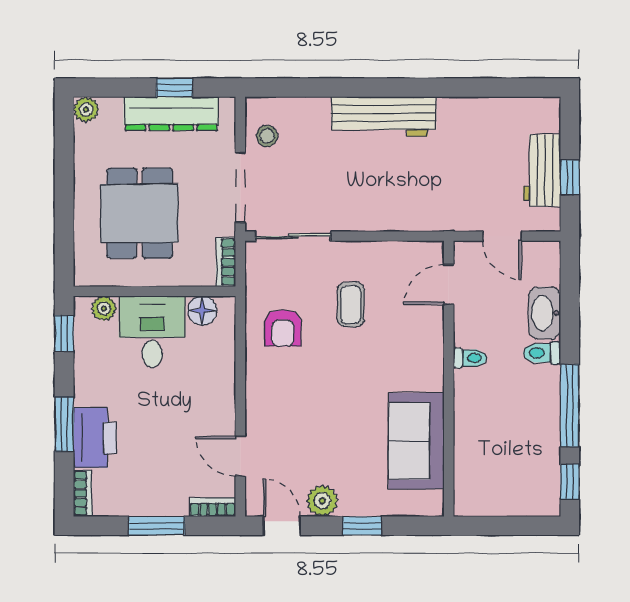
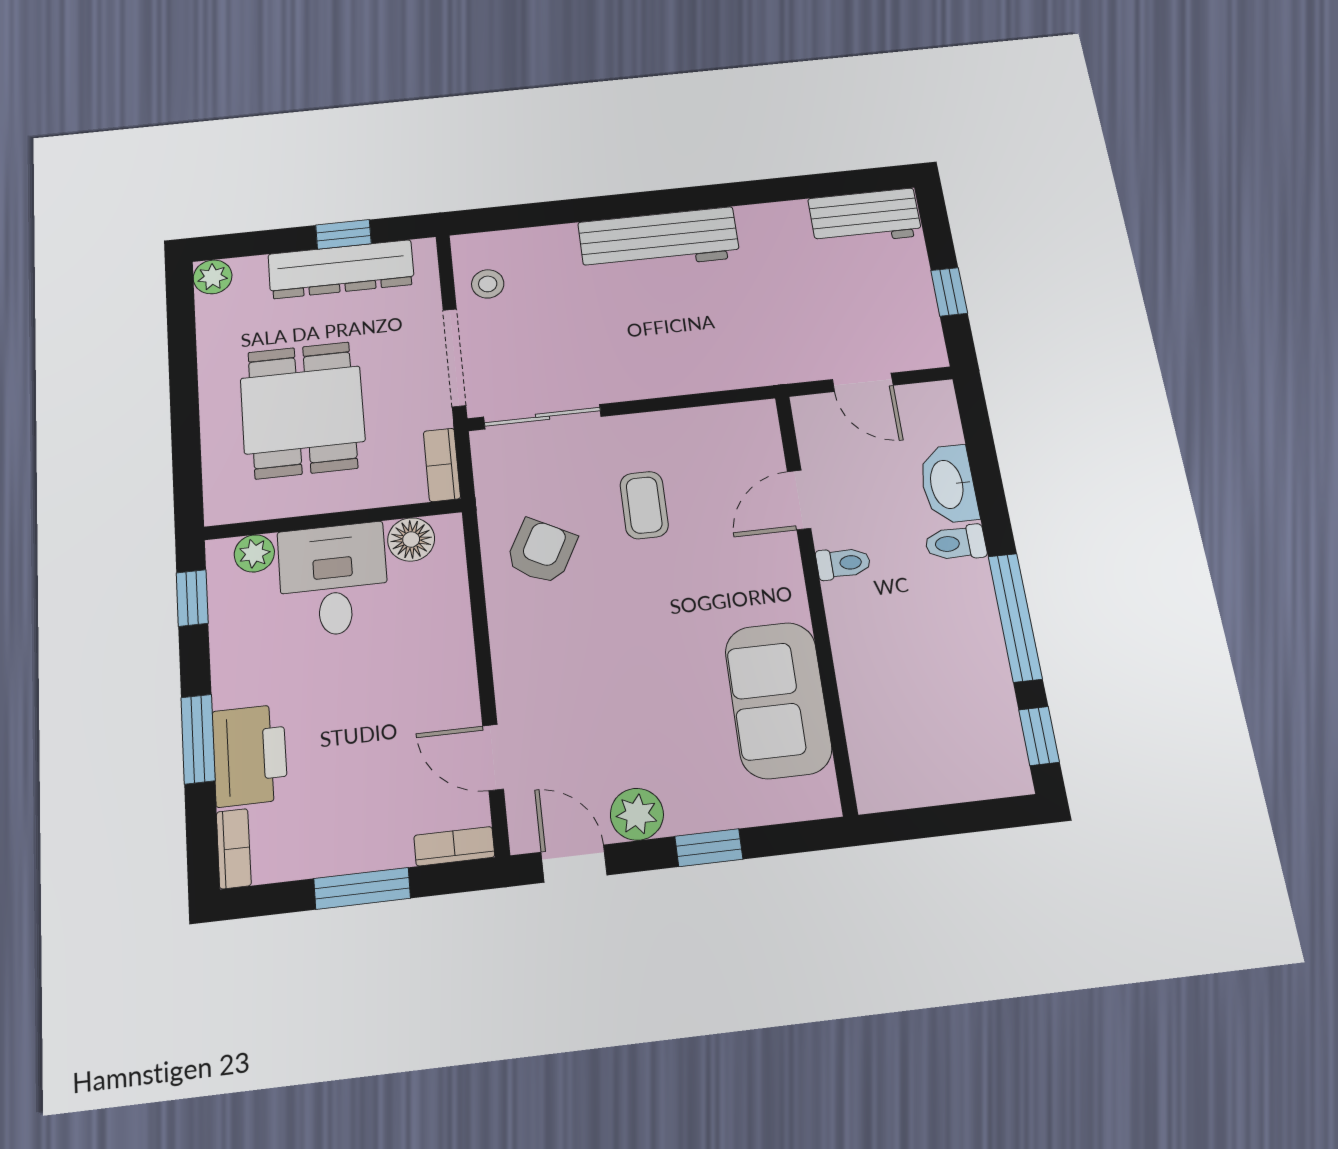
workbench: (542, 170) -> (865, 217), moved, turned -90
door: (449, 284) -> (799, 500), moved
armchair: (283, 328) -> (541, 551), turned -152

